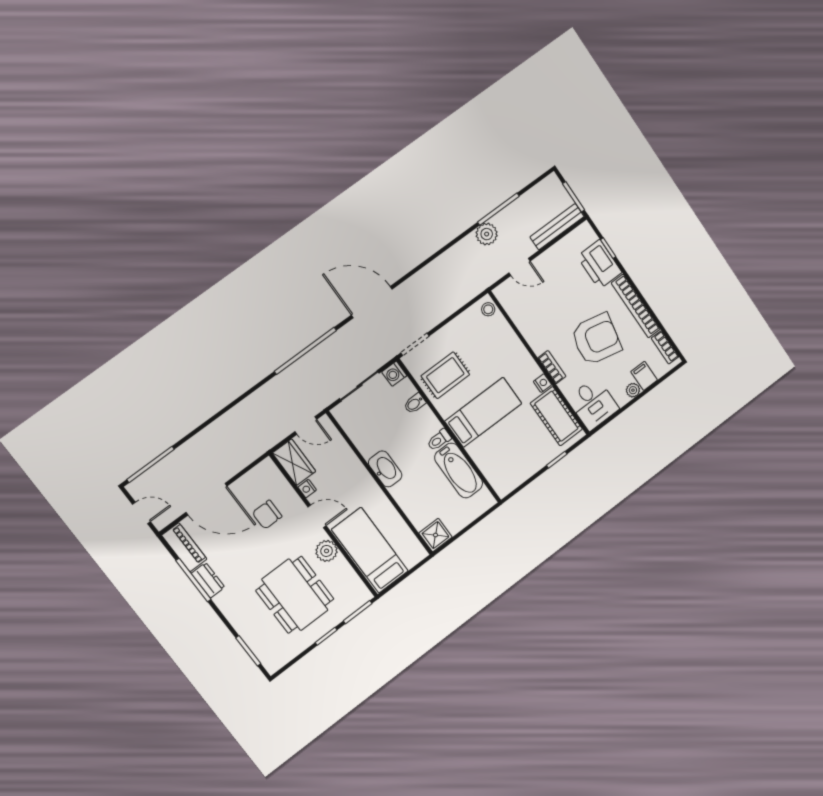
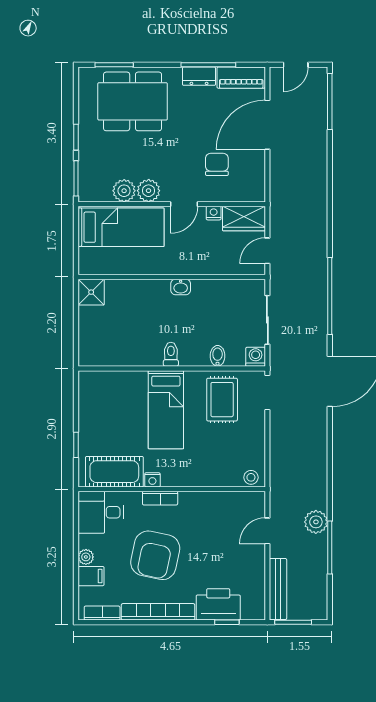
washbasin: (385, 469) -> (181, 287), width x0.52, depth x0.69
bathtub: (459, 471) -> (132, 352), removed
plant: (340, 569) -> (124, 191), added
dining table: (295, 595) -> (133, 101), moved

